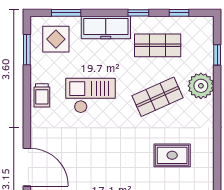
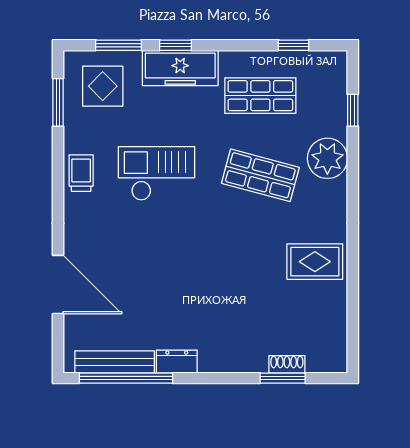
window: (138, 13) -> (176, 45), moved
trolley: (42, 95) -> (81, 173), turned 180
shop shelf: (158, 97) -> (260, 175), turned 39
rug: (172, 155) -> (315, 262), moved

